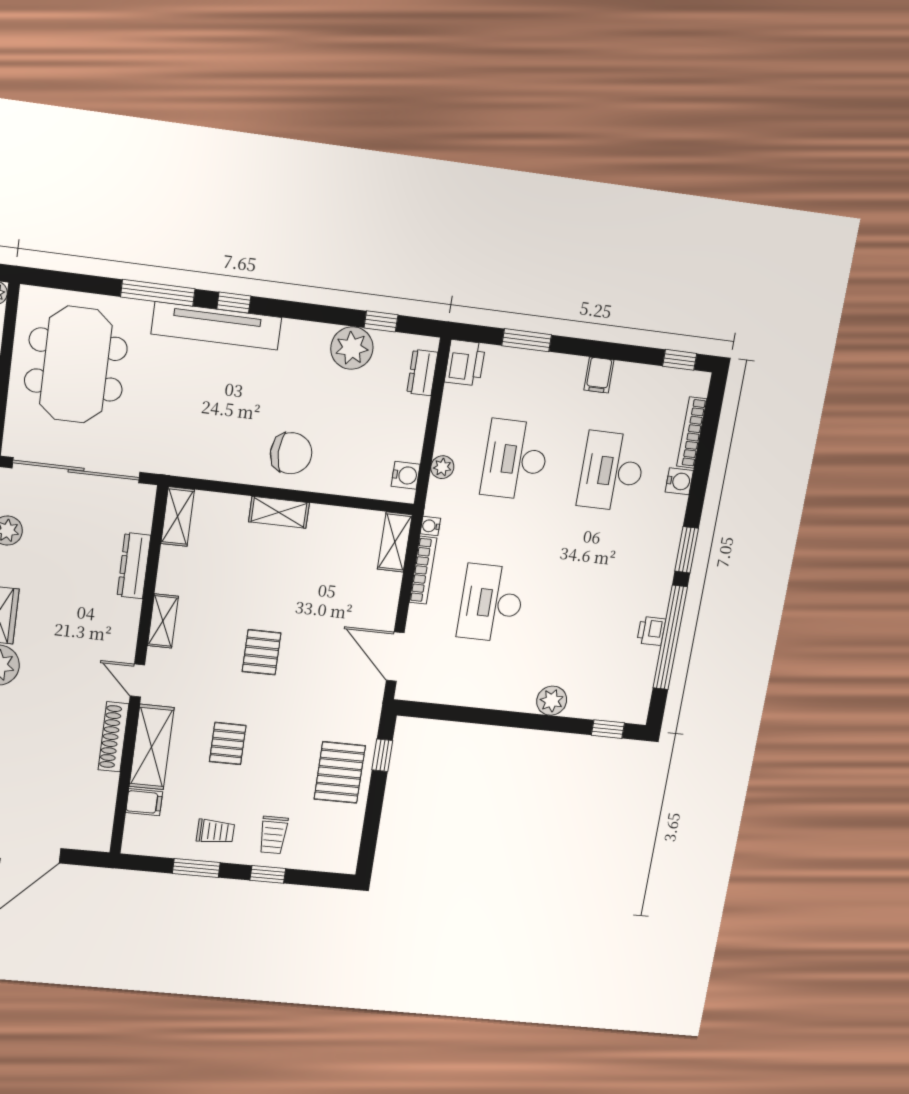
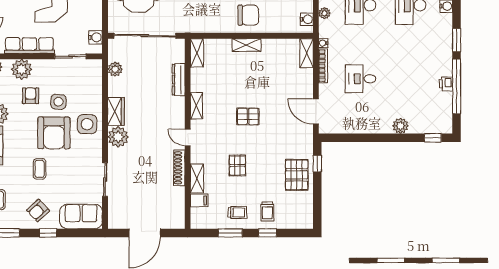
desk: (491, 603) -> (361, 79), width x0.73
pallet: (262, 652) -> (248, 116), turned 90
shelving: (152, 747) -> (197, 178), width x0.67, depth x0.75

